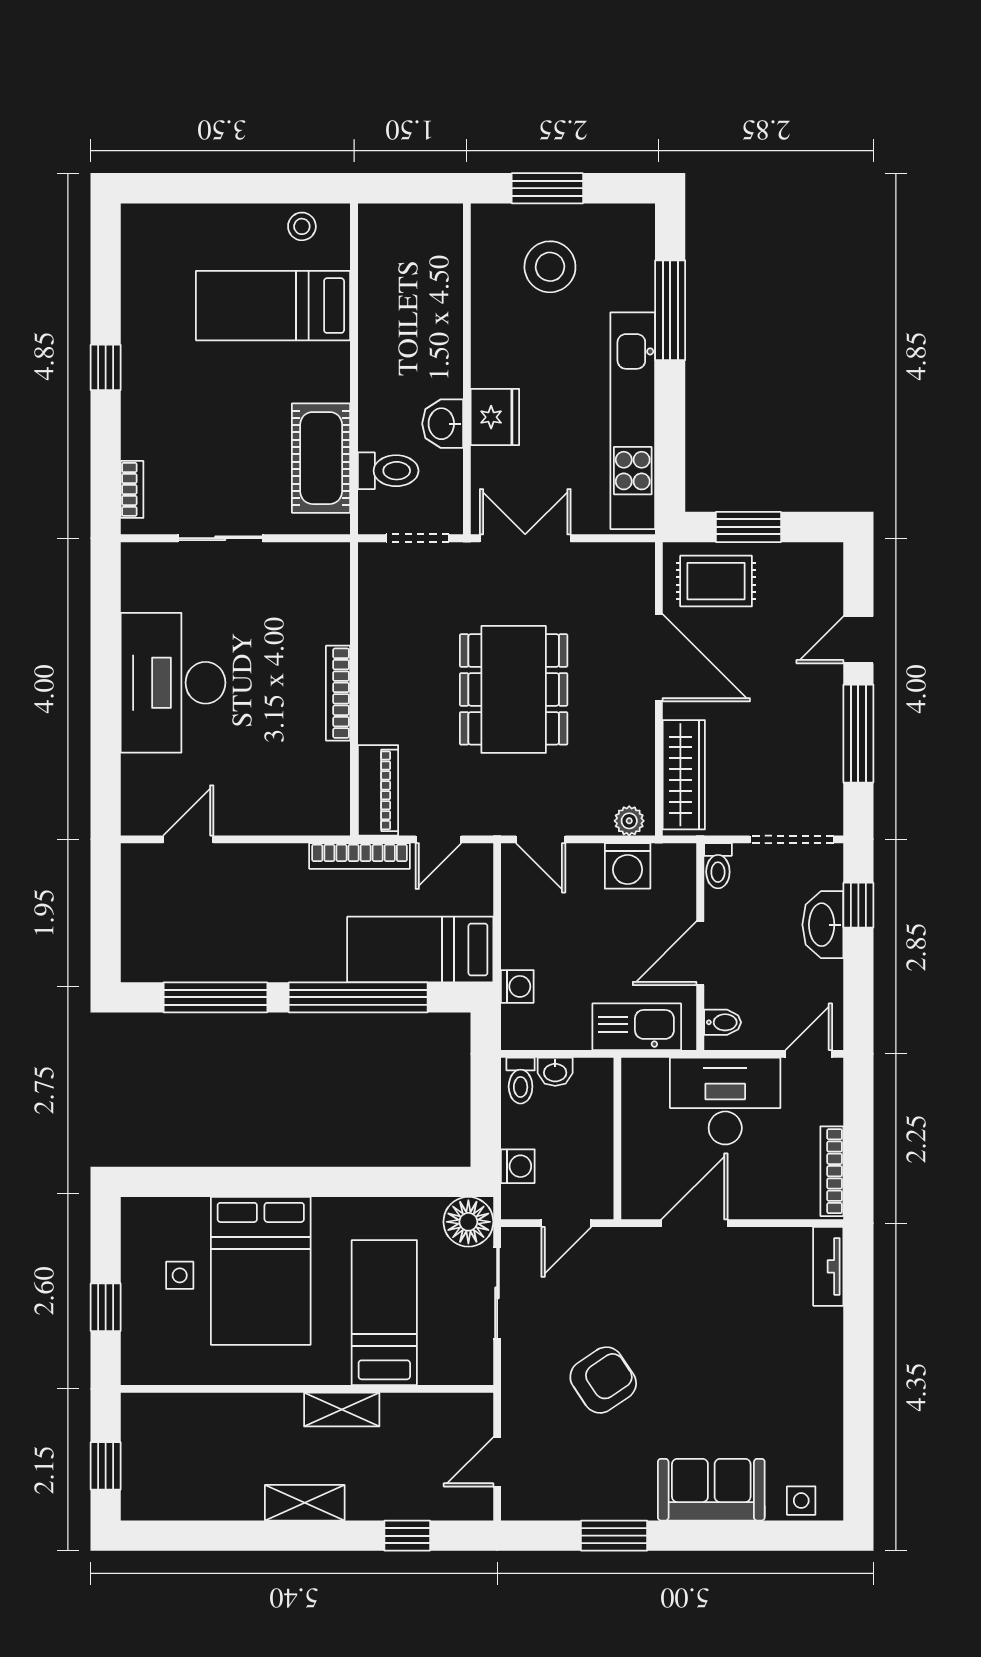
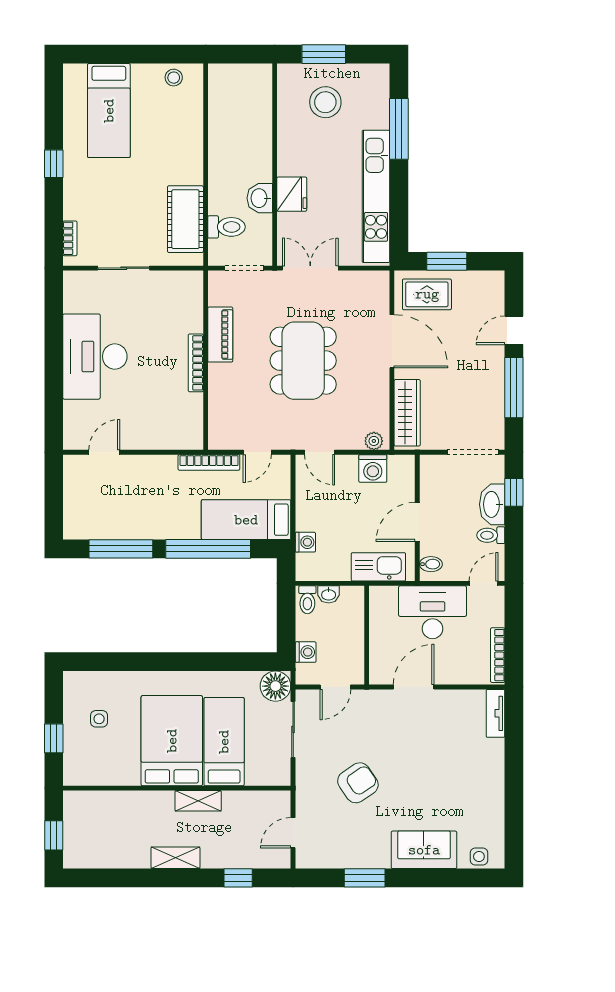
bed: (273, 306) -> (109, 111), moved, turned -90
piano: (378, 790) -> (220, 335), moved
toilet: (718, 866) -> (491, 535), moved, turned 90
bed: (261, 1271) -> (172, 741), moved, turned 180

